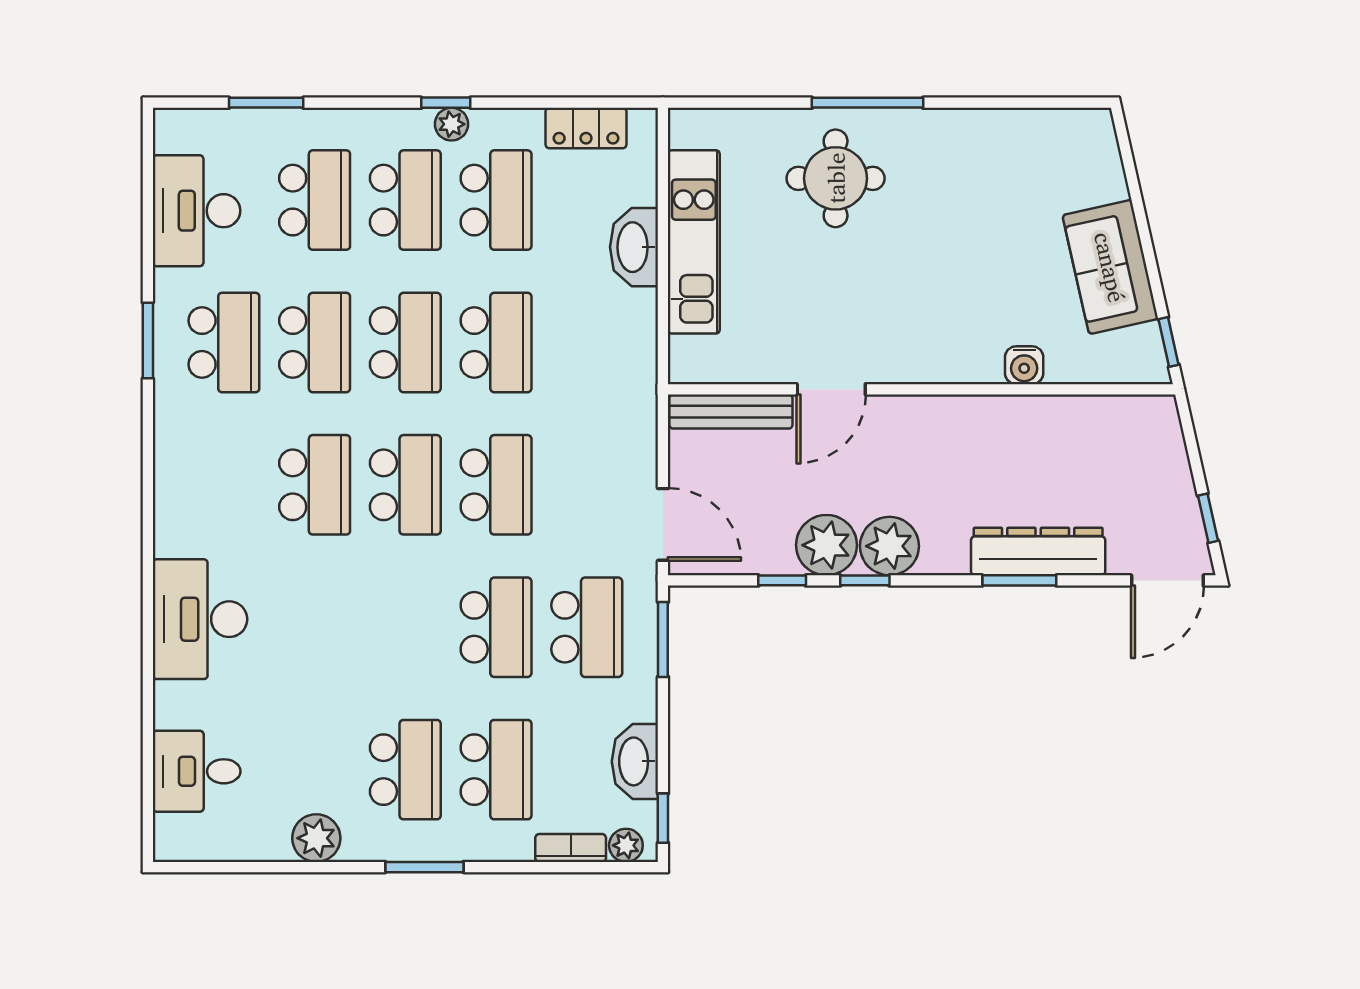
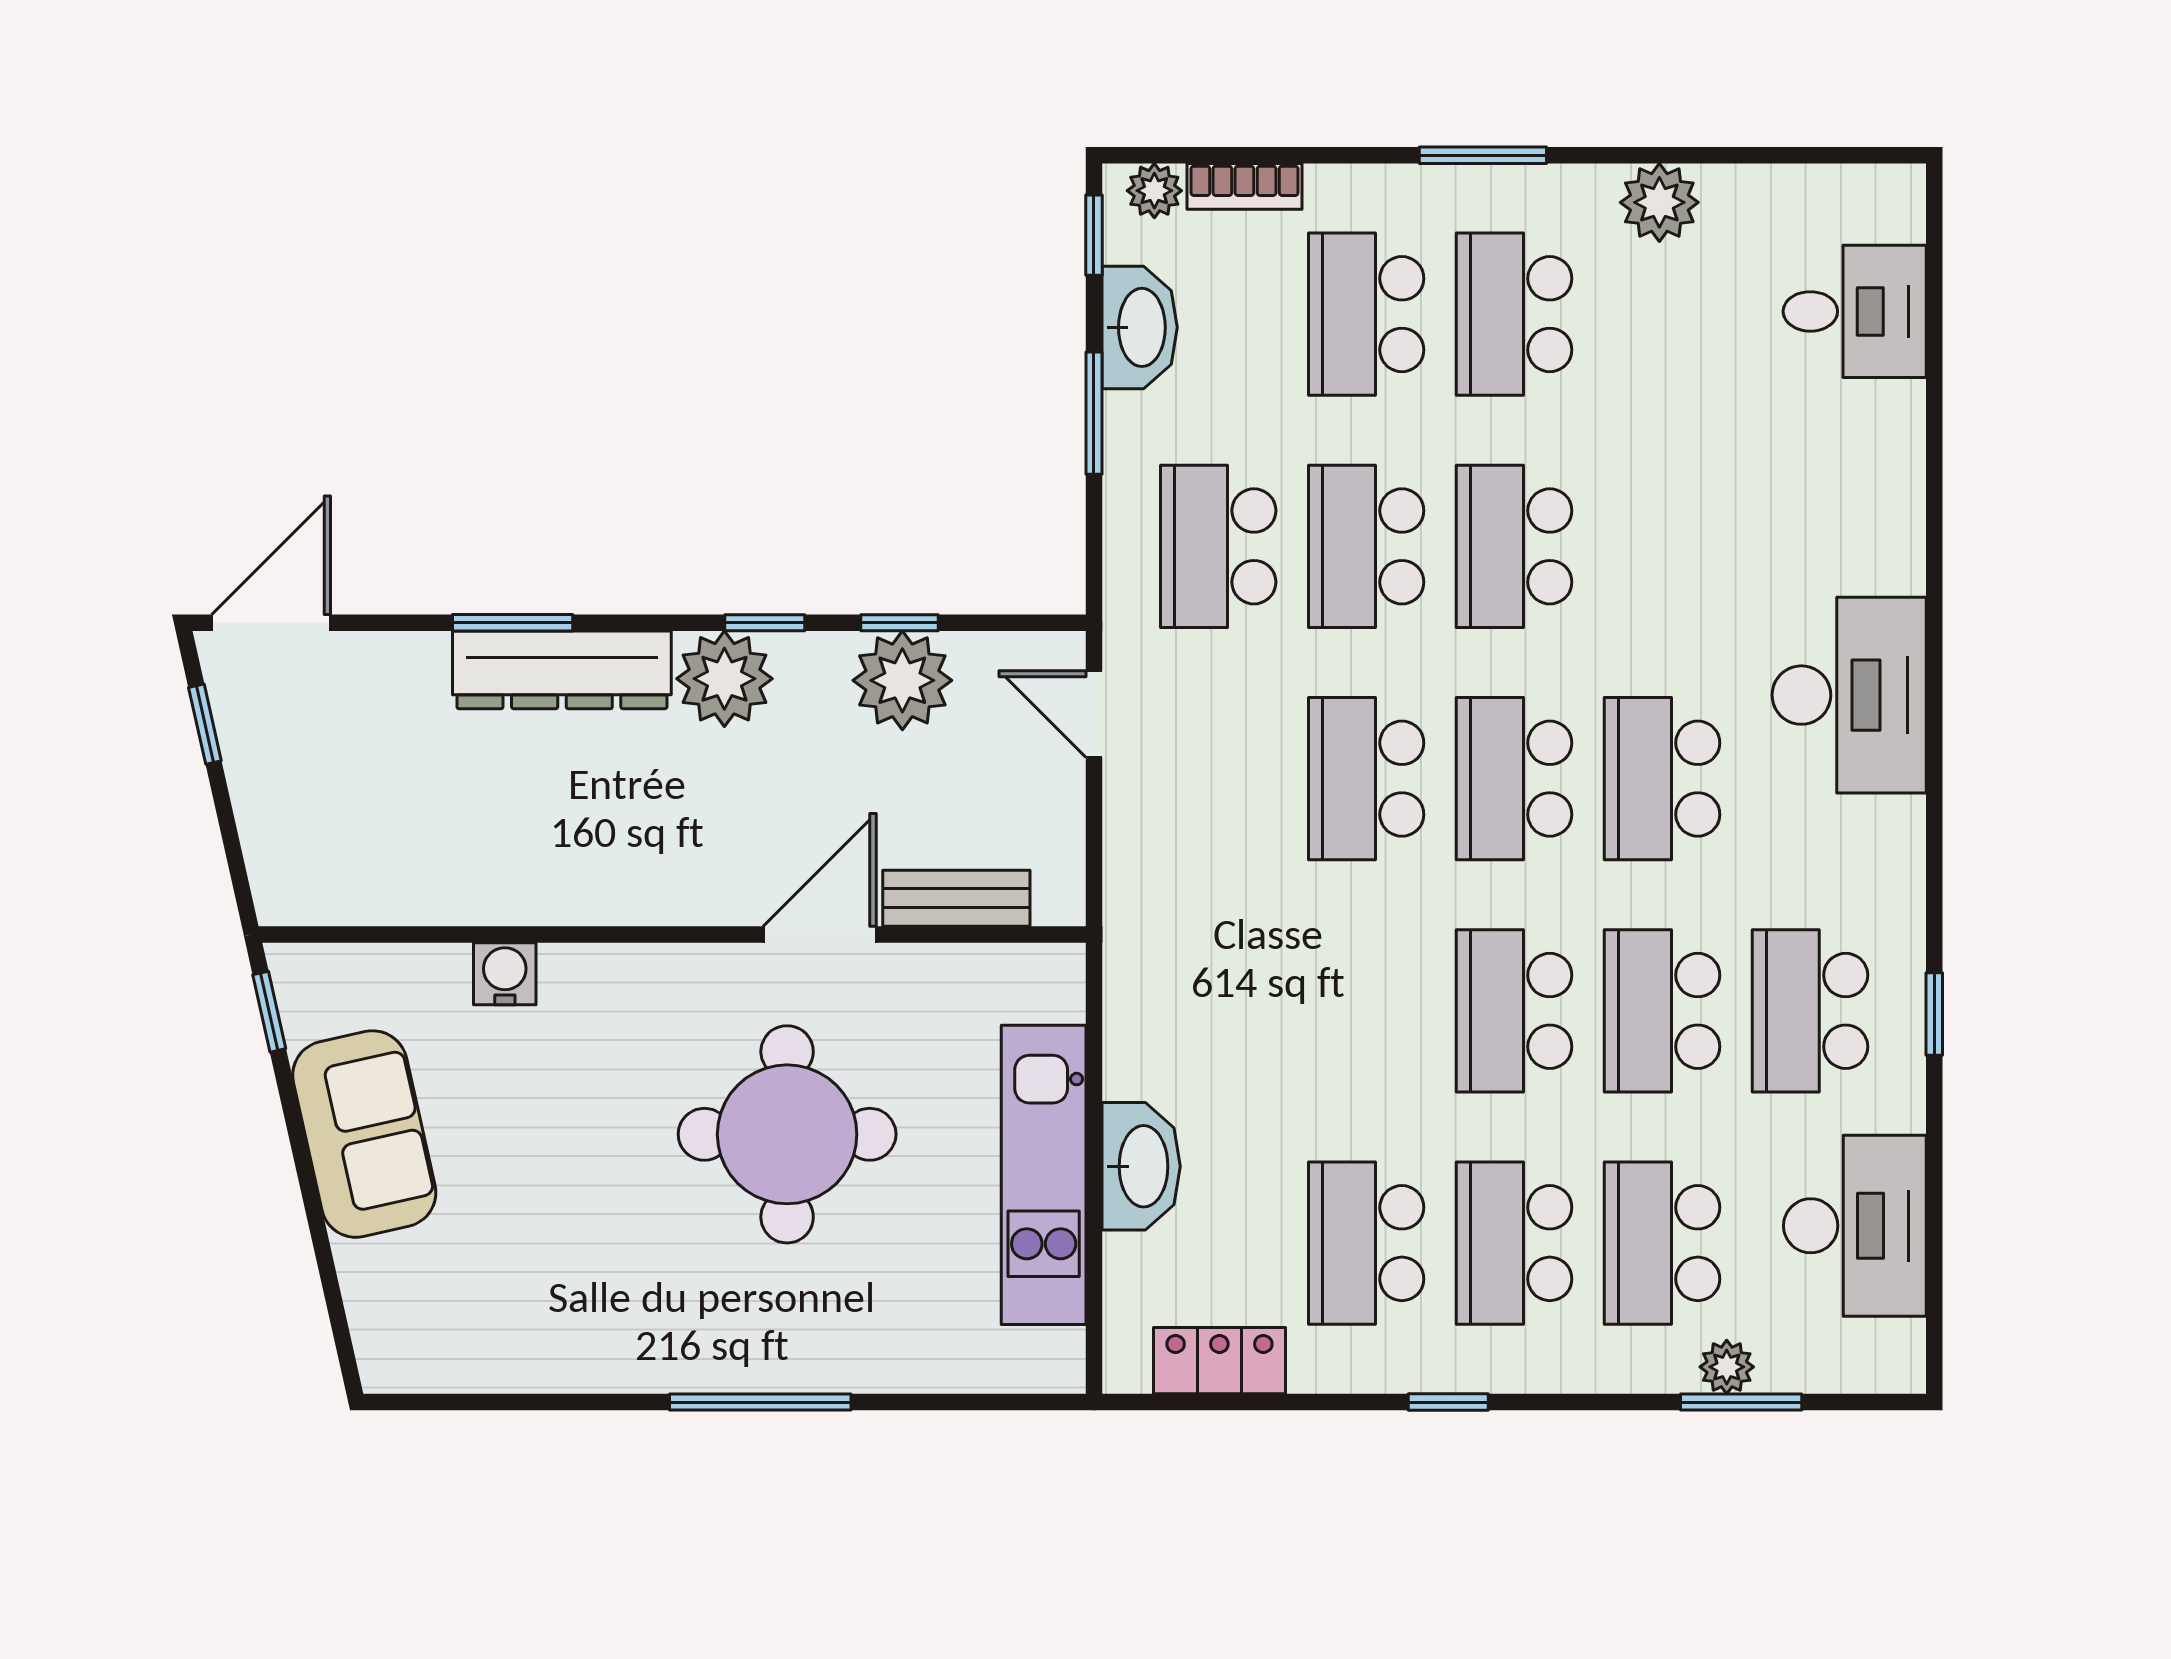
plant: (451, 124) -> (1727, 1367), moved
round table: (836, 178) -> (787, 1134), moved, width x1.36, depth x1.36
window: (148, 341) -> (1934, 1014), width x0.67
school desk: (496, 342) -> (1514, 546), moved
bench: (731, 412) -> (956, 898), width x0.73
door: (663, 524) -> (1094, 714), width x0.73
plant: (826, 545) -> (902, 680), moved
dresser: (1038, 552) -> (562, 670), moved
desk: (200, 619) -> (1849, 695), moved
window: (663, 639) -> (1094, 413), moved

